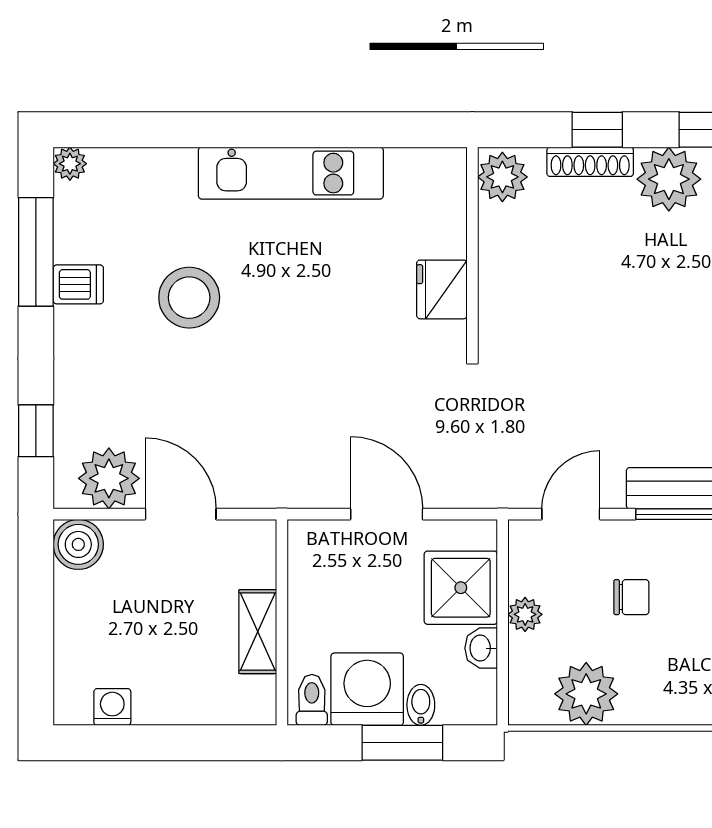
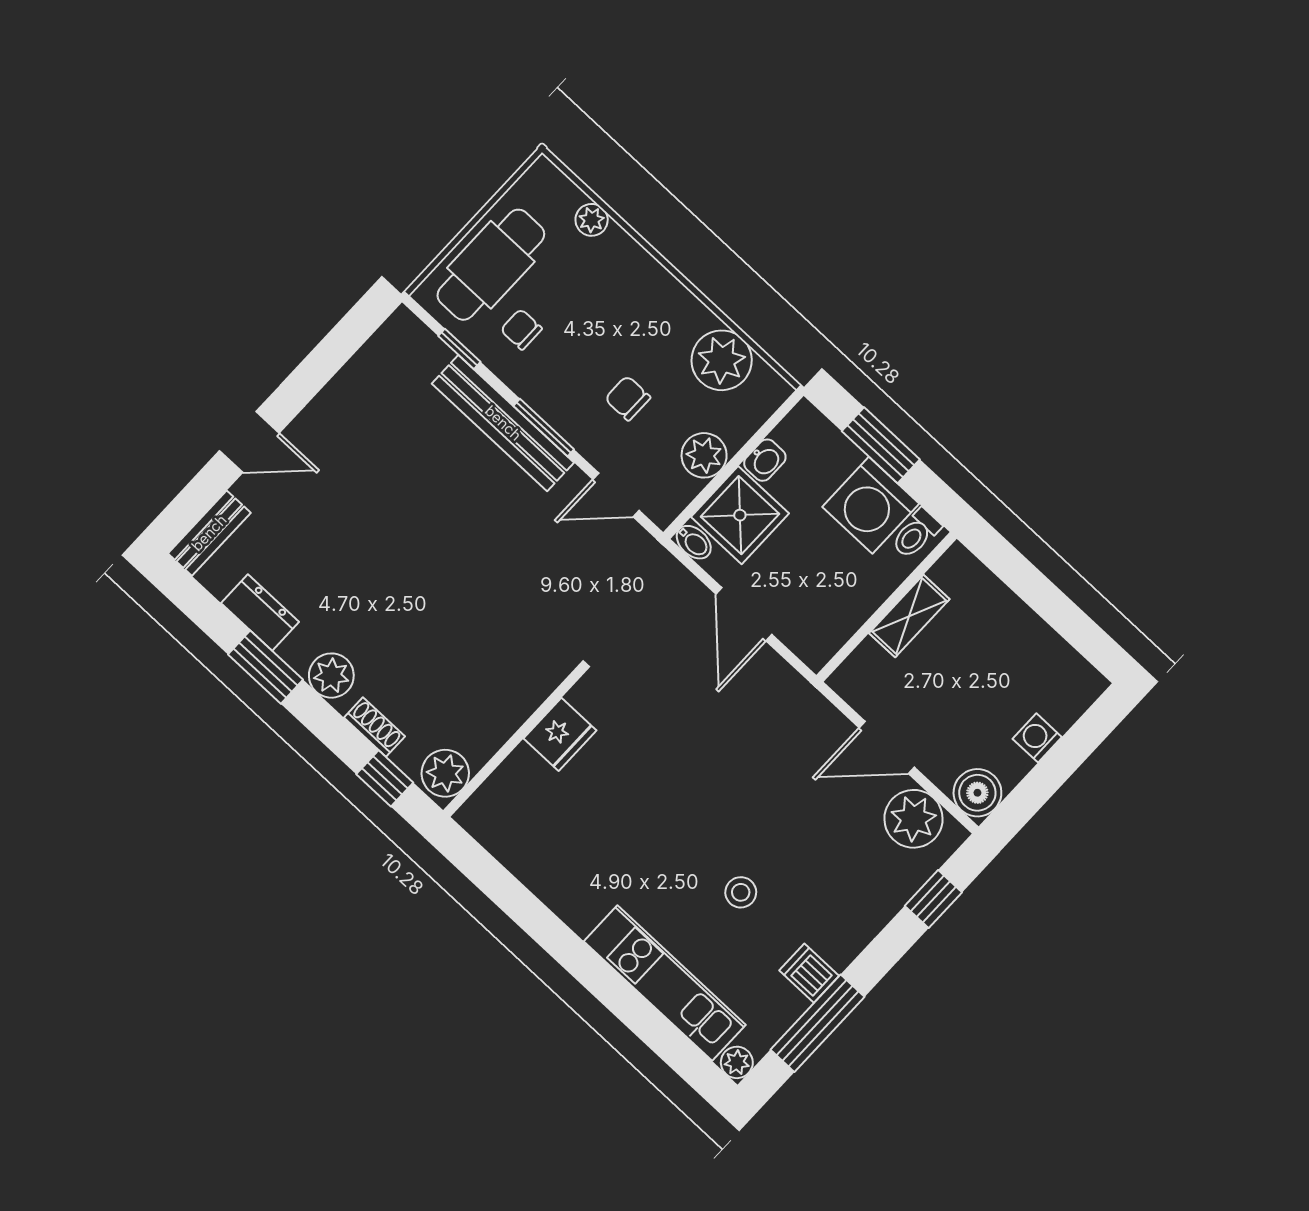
window: (597, 130) -> (385, 778), moved
shoe rack: (590, 162) -> (374, 727), width x0.70
kitchen unit: (291, 173) -> (665, 983), moved
plant: (669, 179) -> (331, 676), width x0.73, depth x0.73
stool: (189, 298) -> (741, 892), width x0.53, depth x0.53
door: (181, 514) -> (887, 747), hinge flipped
plant: (525, 614) -> (704, 455), width x1.38, depth x1.38
bidet: (421, 705) -> (694, 542), moved, turned -90
washing machine: (112, 707) -> (1037, 738), moved, turned 90

